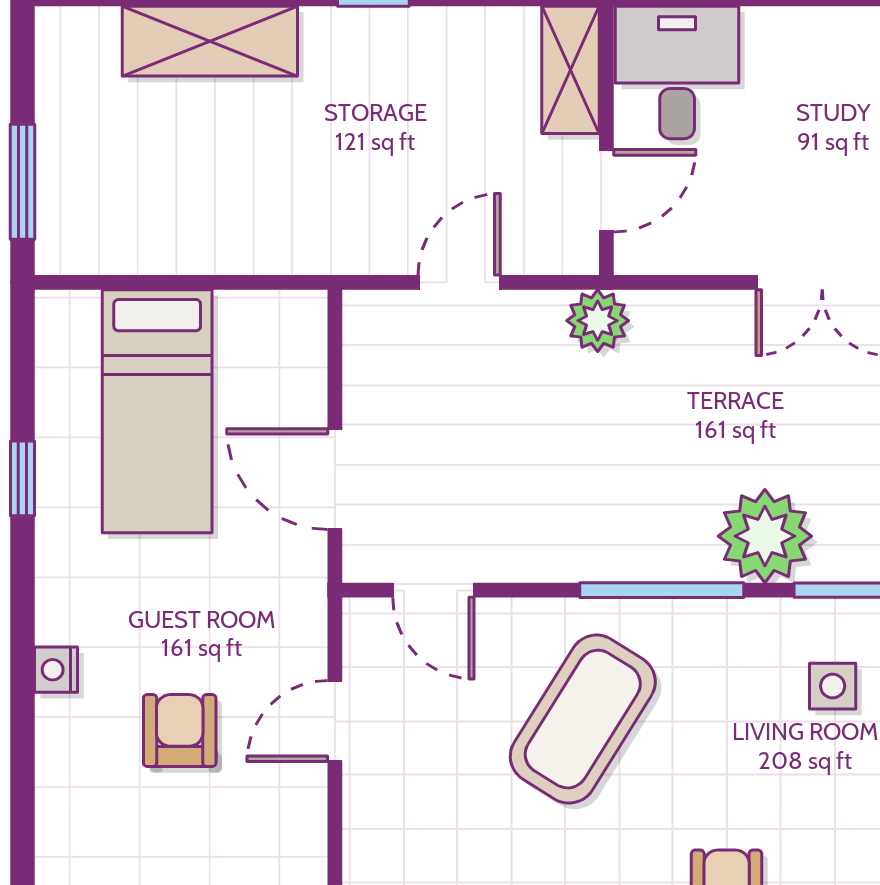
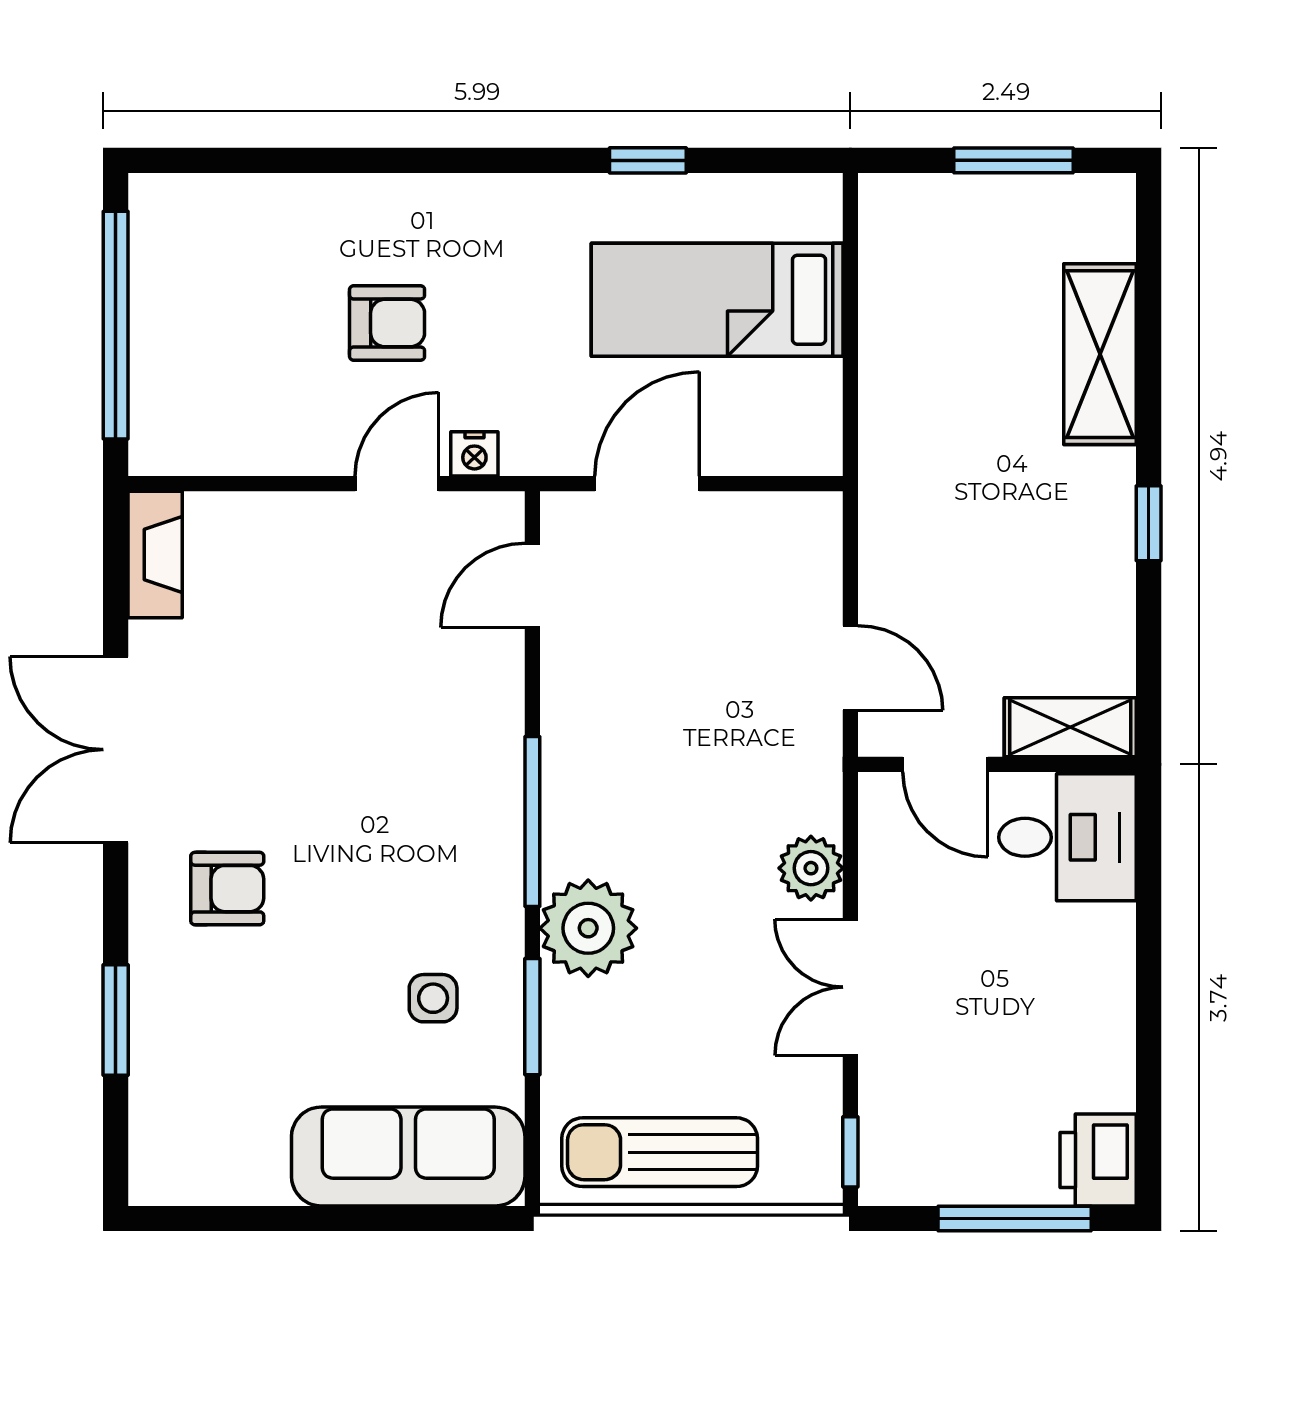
window: (22, 182) -> (1013, 160), moved
door: (459, 282) -> (850, 668), moved
plant: (598, 321) -> (811, 868), moved
nightstand: (56, 670) -> (474, 454), moved, turned 180
coffee table: (583, 719) -> (399, 740), removed
door: (335, 721) -> (397, 484), hinge flipped

